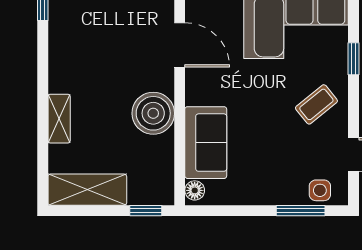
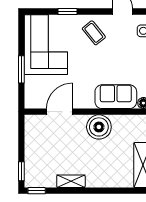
shelving: (59, 119) -> (71, 181), moved

